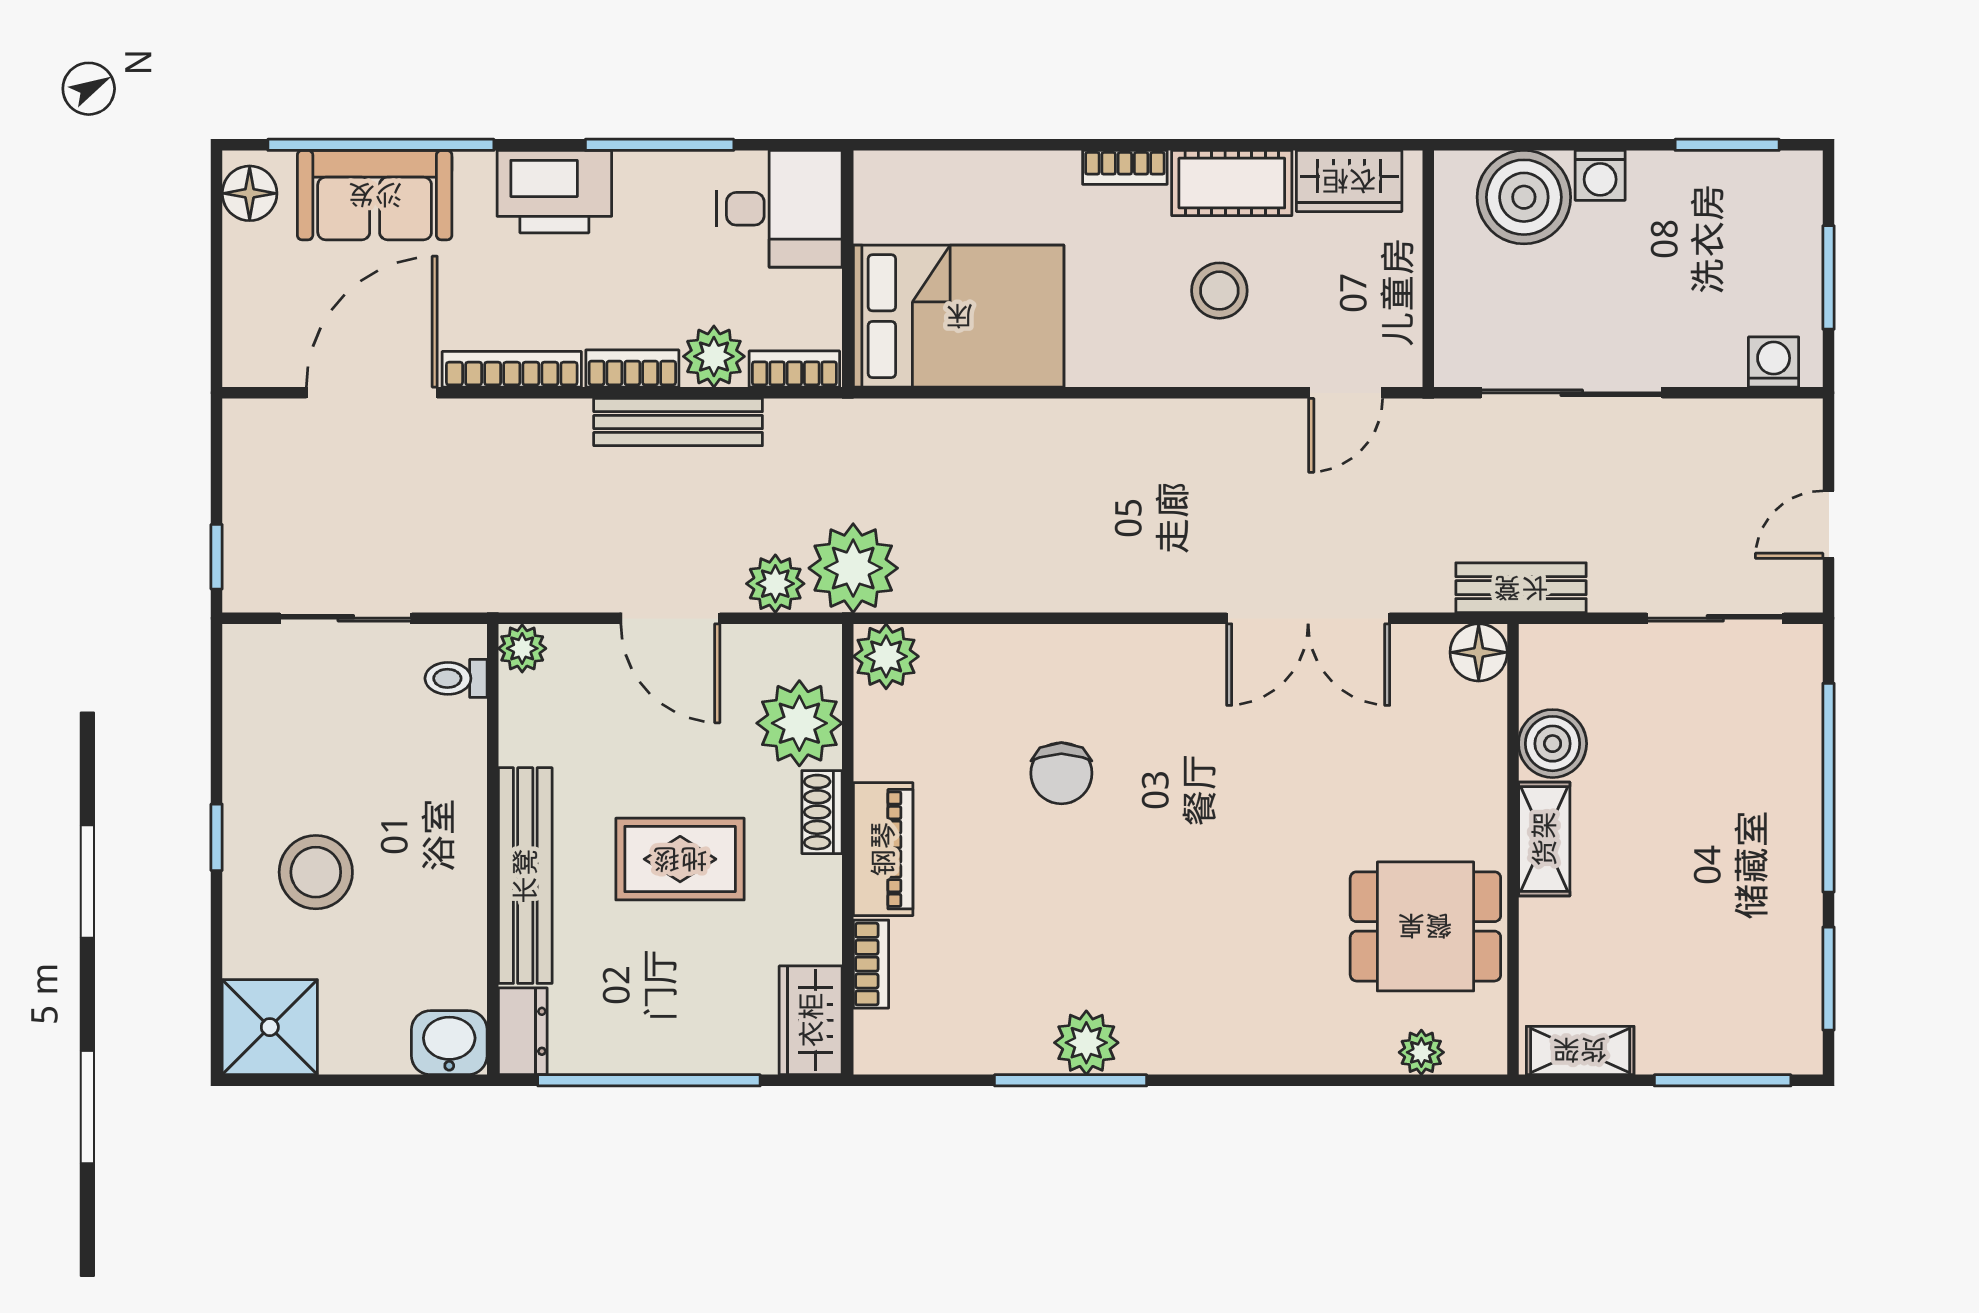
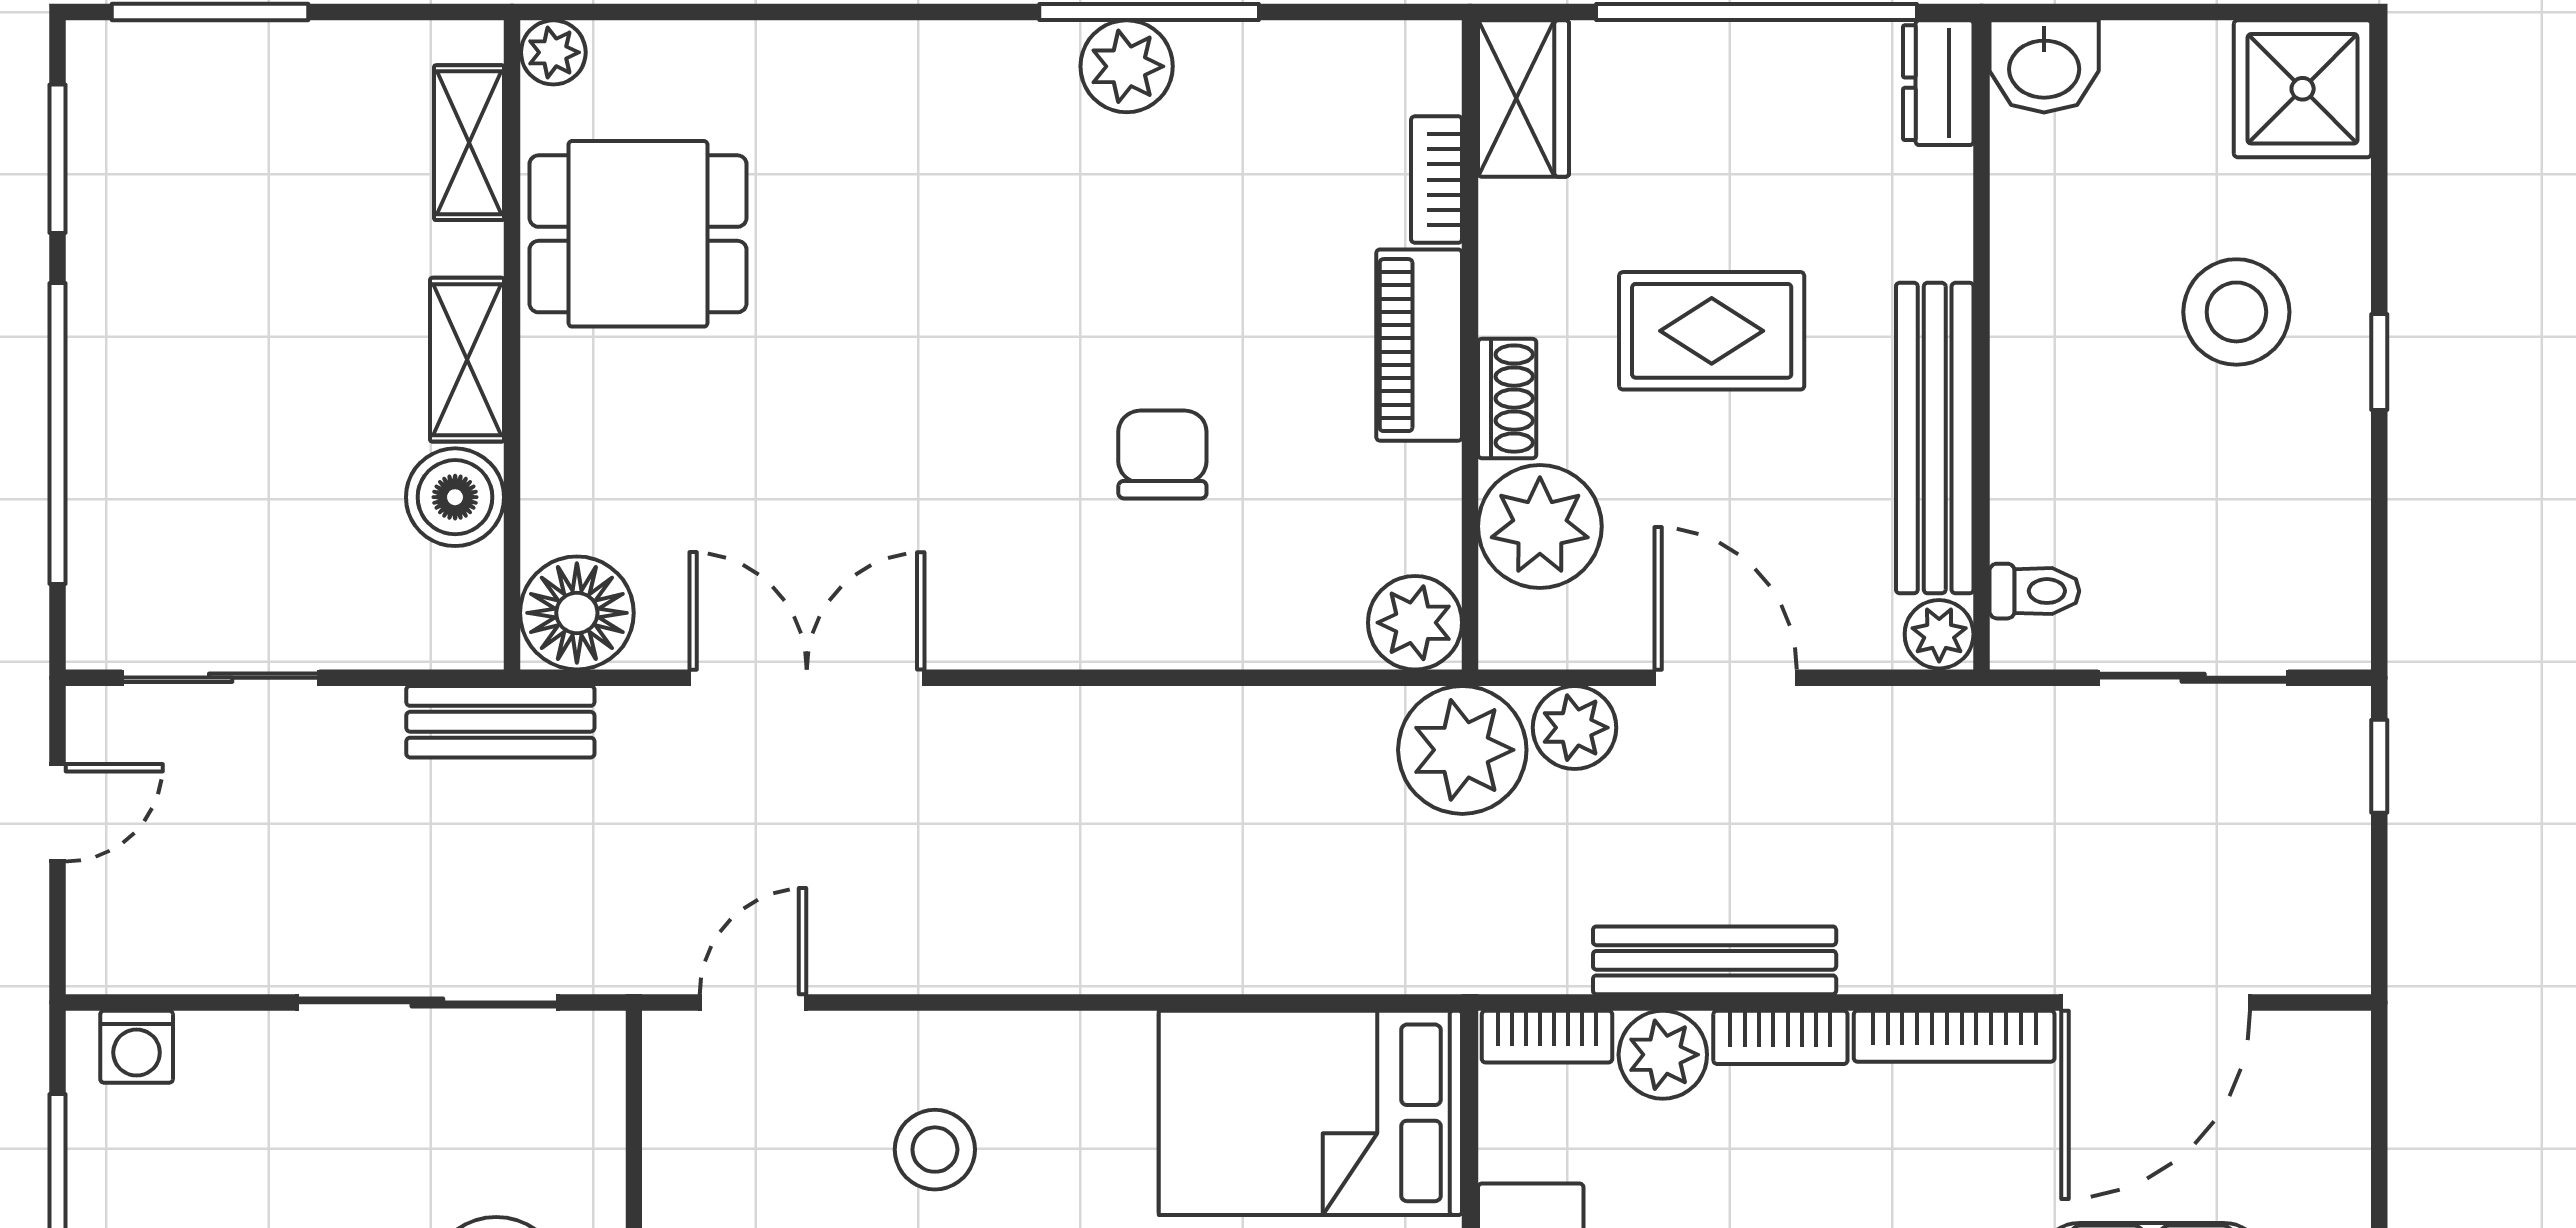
floor lamp: (1479, 652) -> (577, 613), width x1.38, depth x1.38
bench: (525, 876) -> (1935, 438), moved
shelving: (1580, 1050) -> (469, 143), moved, turned 90
plant: (1421, 1052) -> (553, 52), moved

